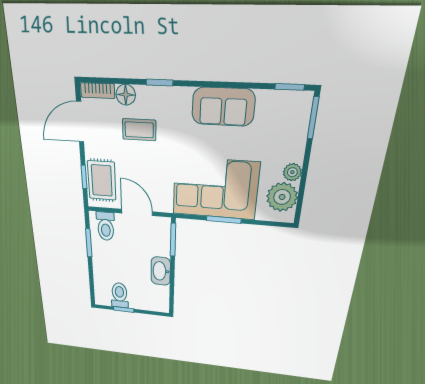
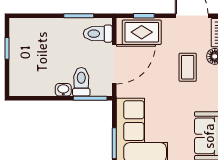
door: (137, 212) -> (114, 64), width x1.36
washbasin: (161, 271) -> (63, 90), width x0.52, depth x0.69
toilet: (120, 295) -> (81, 82), moved, turned -90

